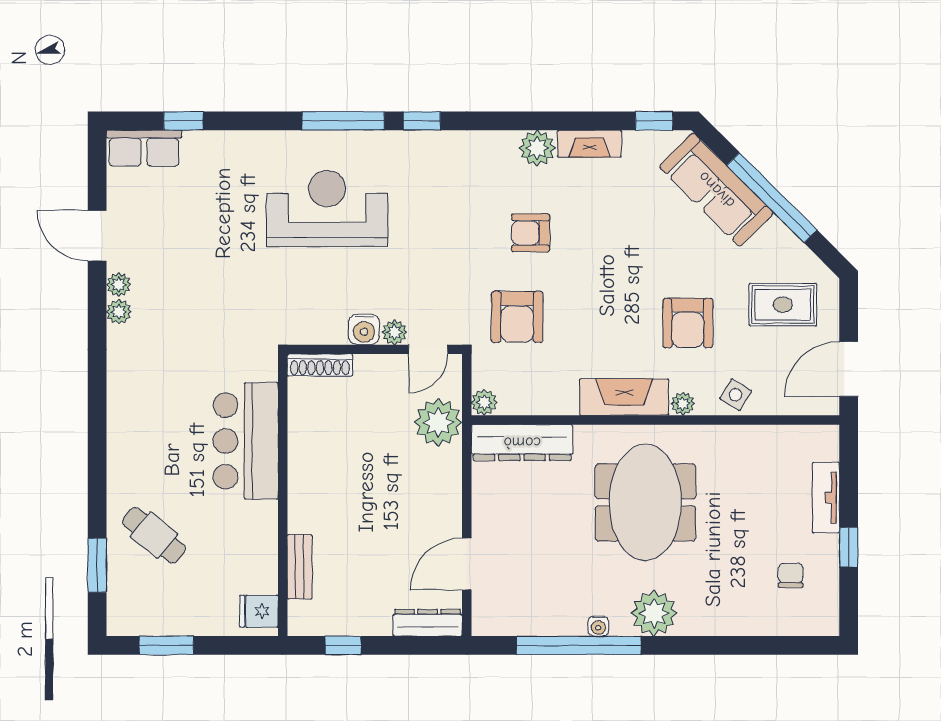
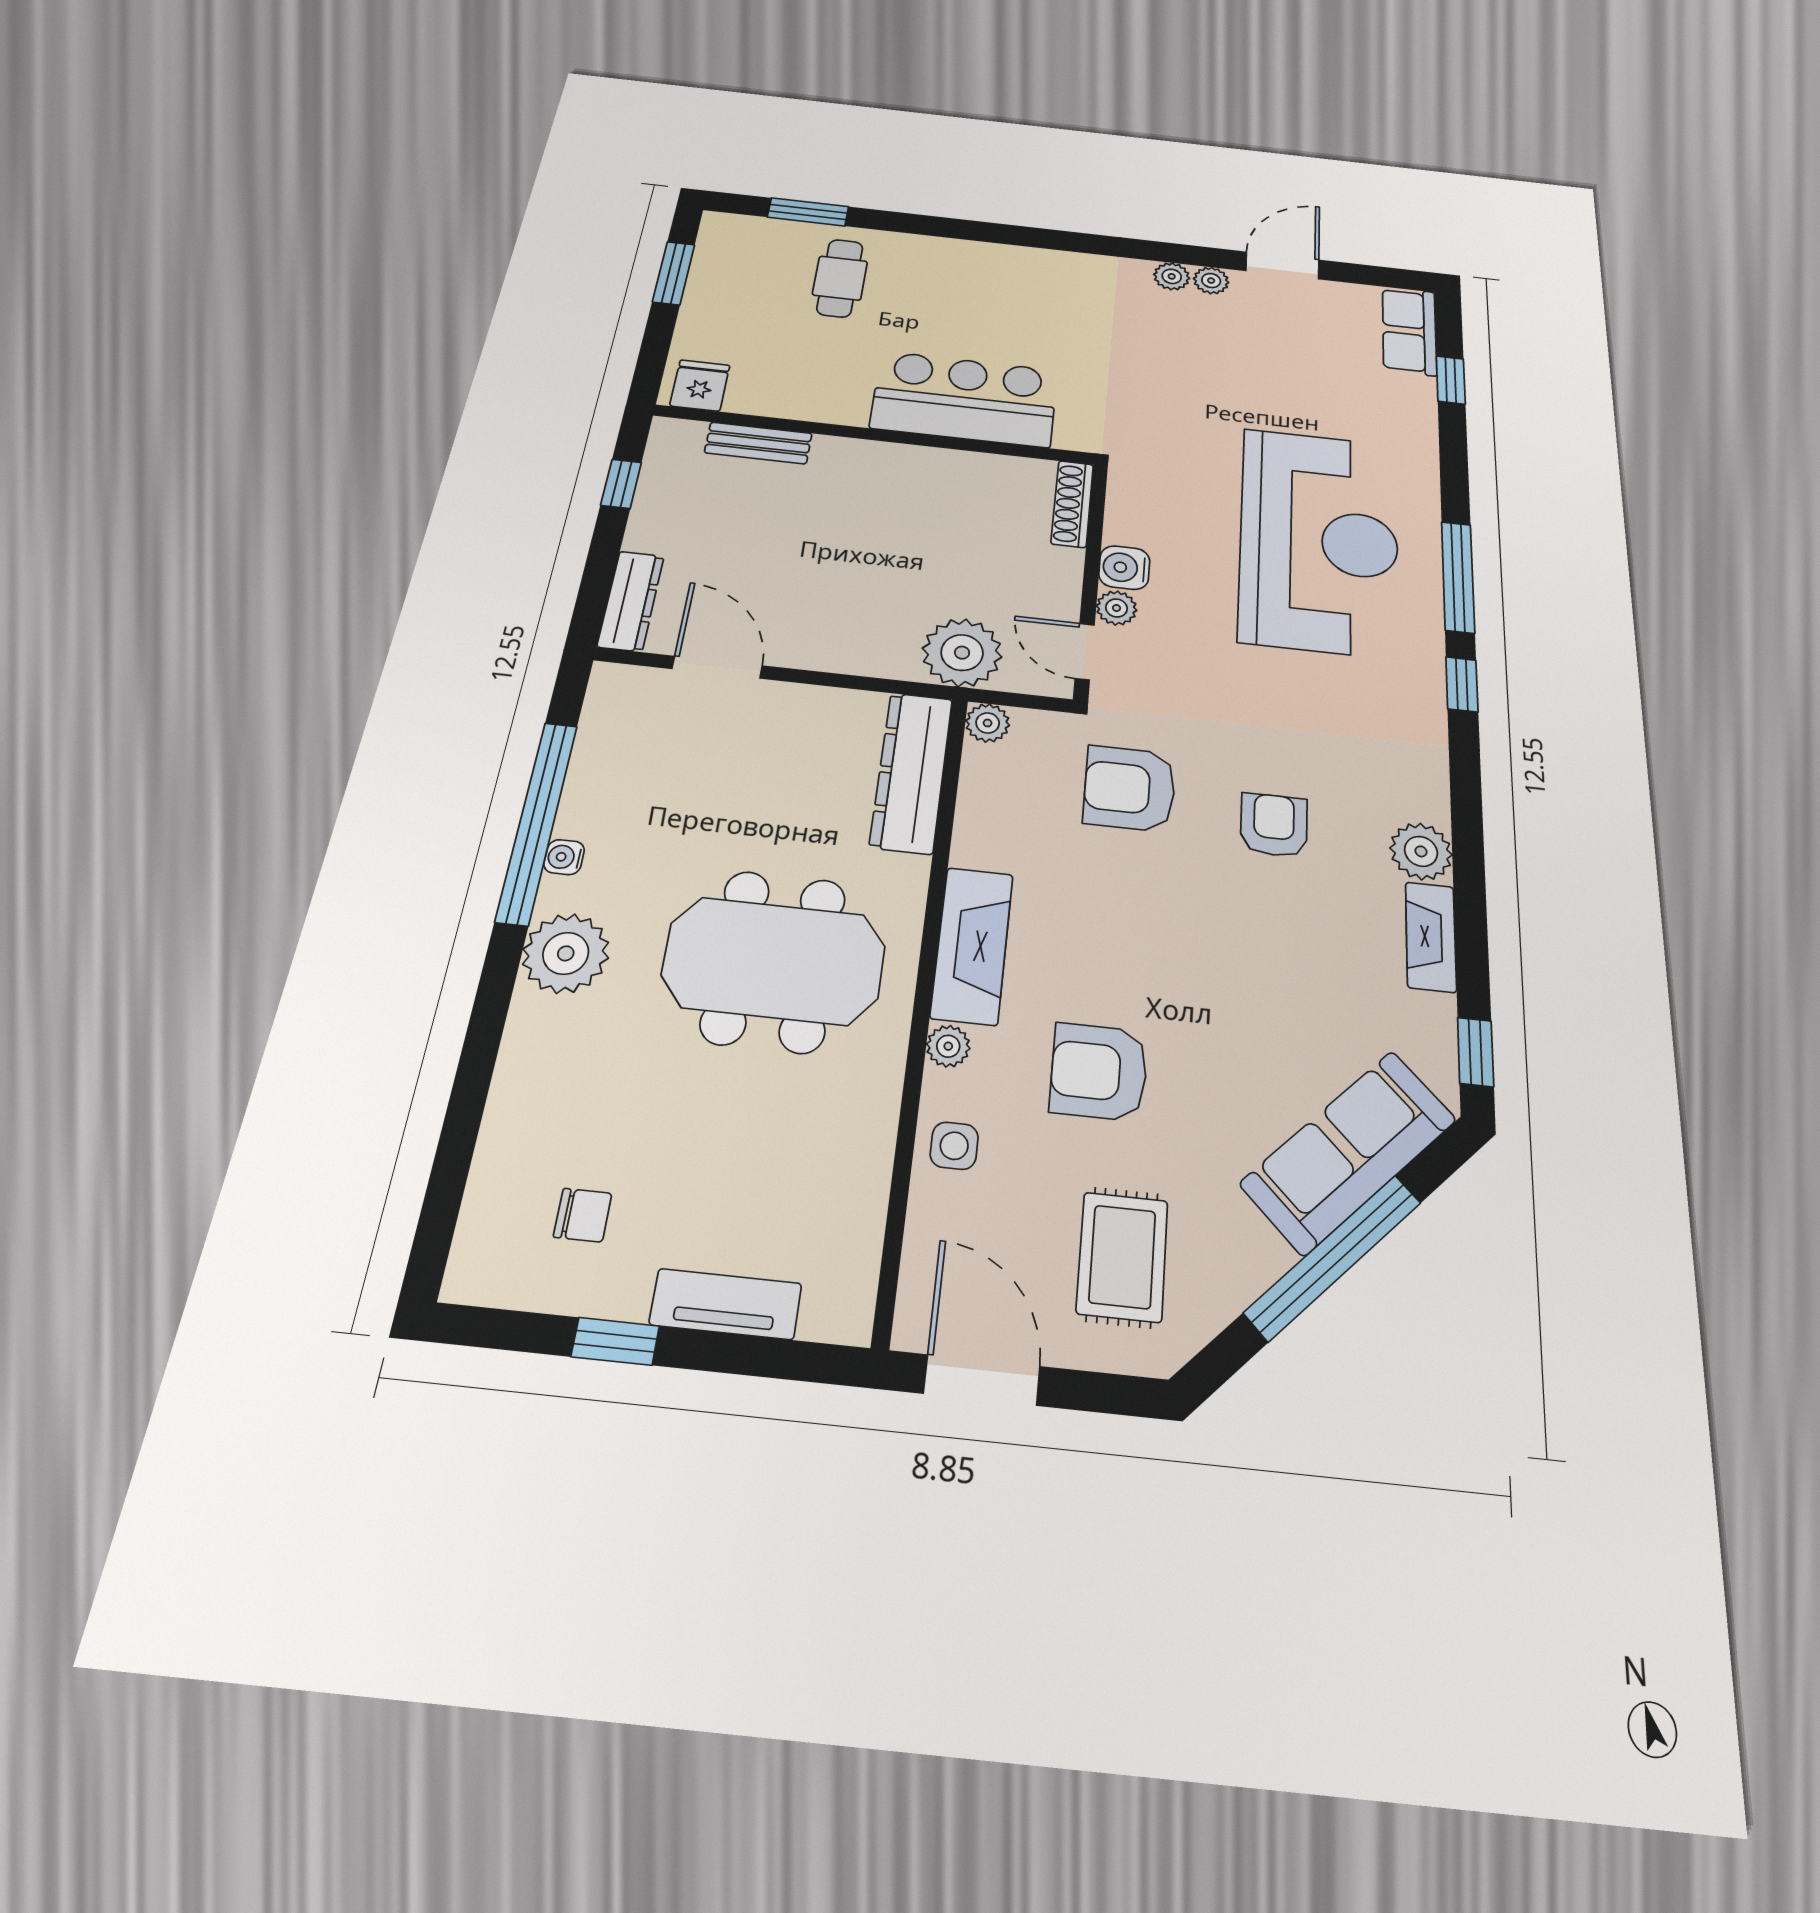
reception desk: (327, 208) -> (1319, 541), width x1.36, depth x1.30
side table: (736, 395) -> (954, 1146), turned -31
cafe table: (154, 535) -> (840, 278), turned -39

